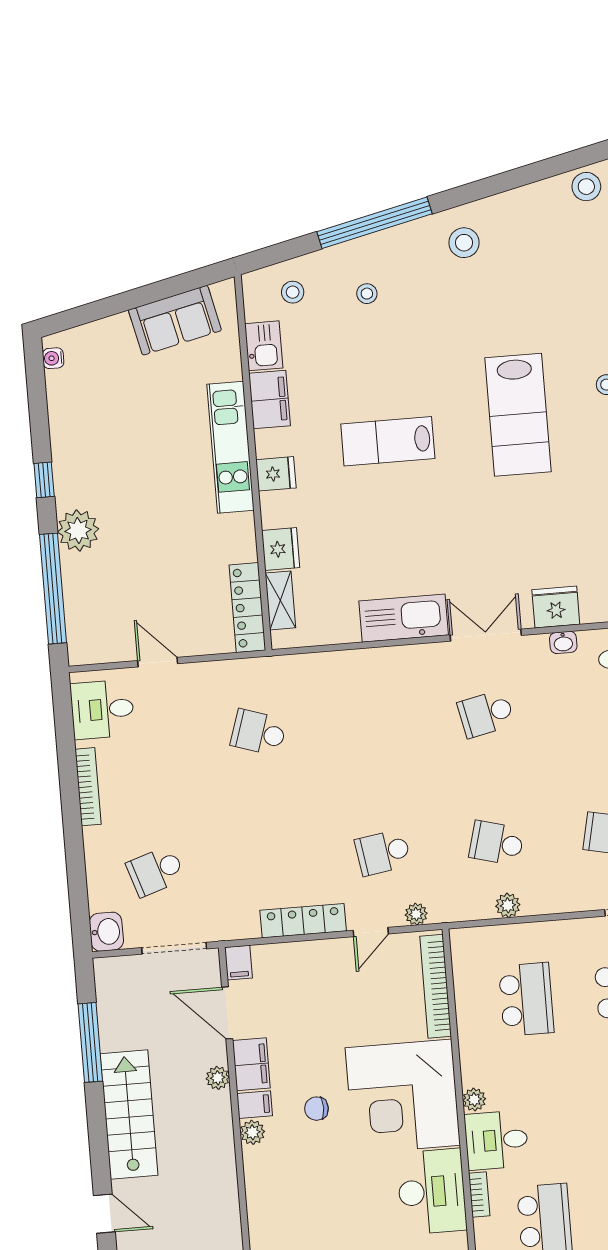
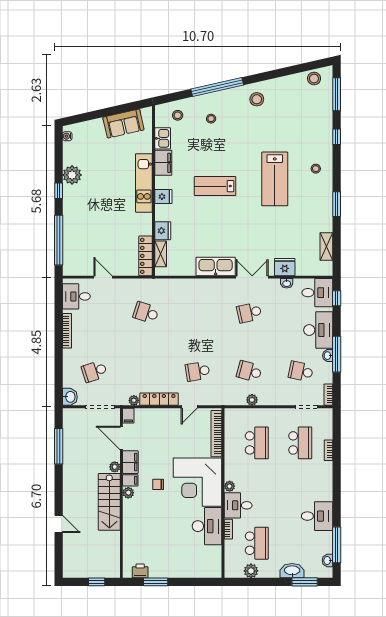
plant: (78, 530) -> (72, 175), moved
plant: (416, 914) -> (134, 400), moved
stairs: (129, 1114) -> (109, 502), moved, turned 180

